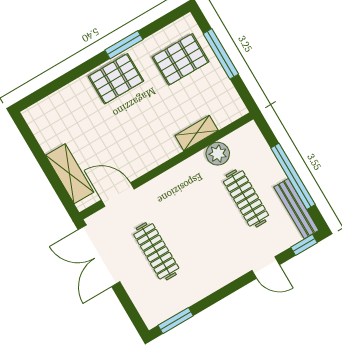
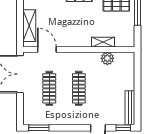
window: (293, 176) -> (138, 91), removed
clothes rail: (246, 198) -> (79, 88), moved

